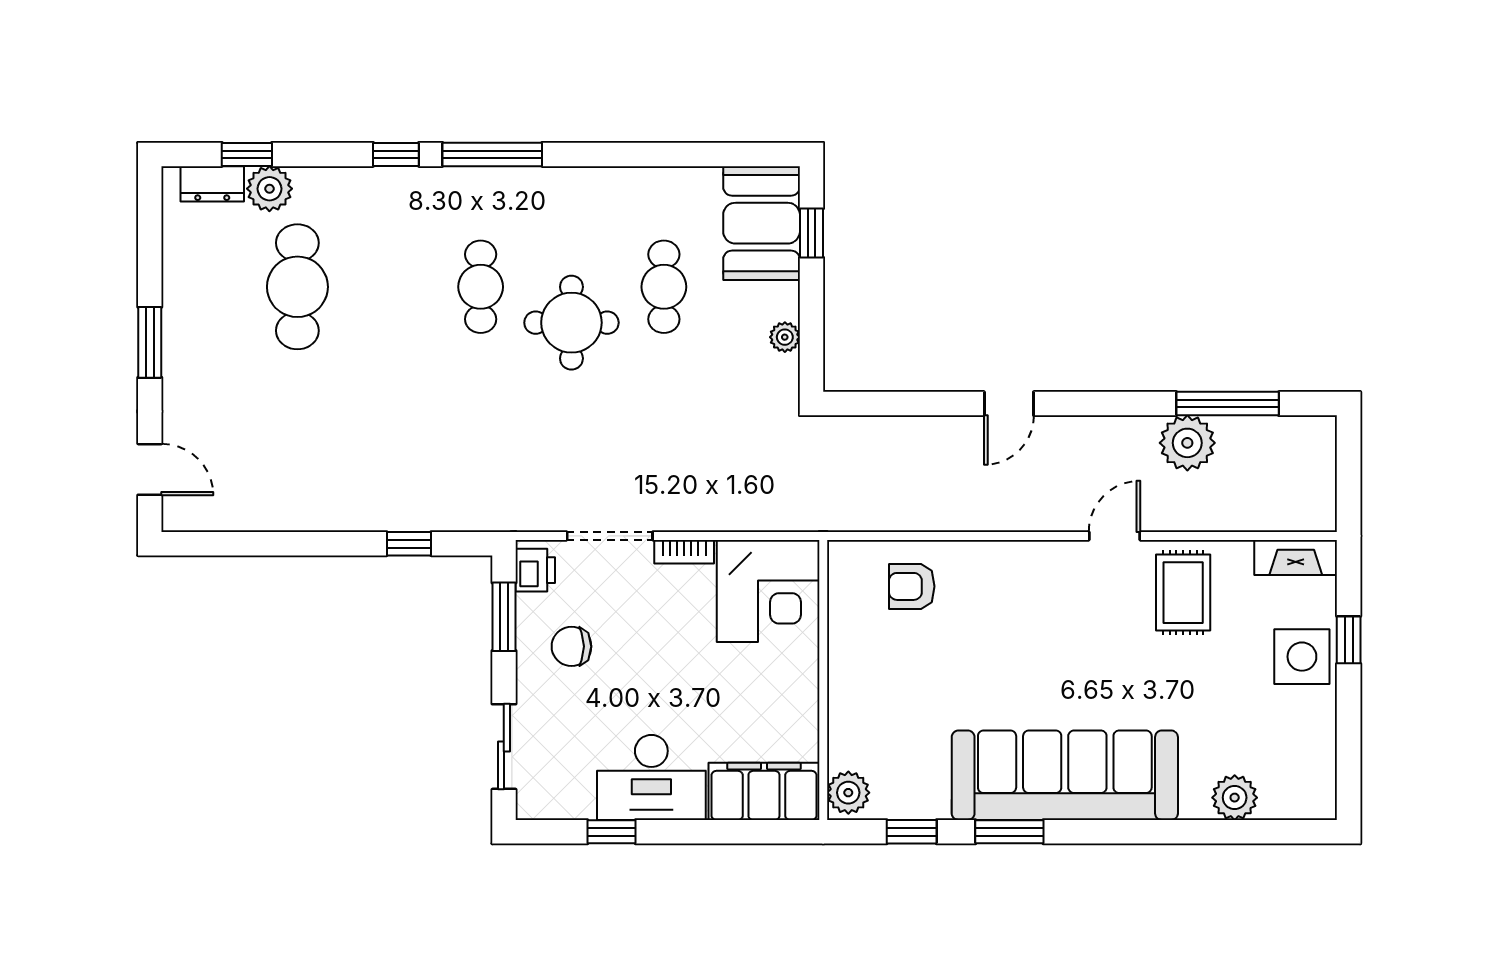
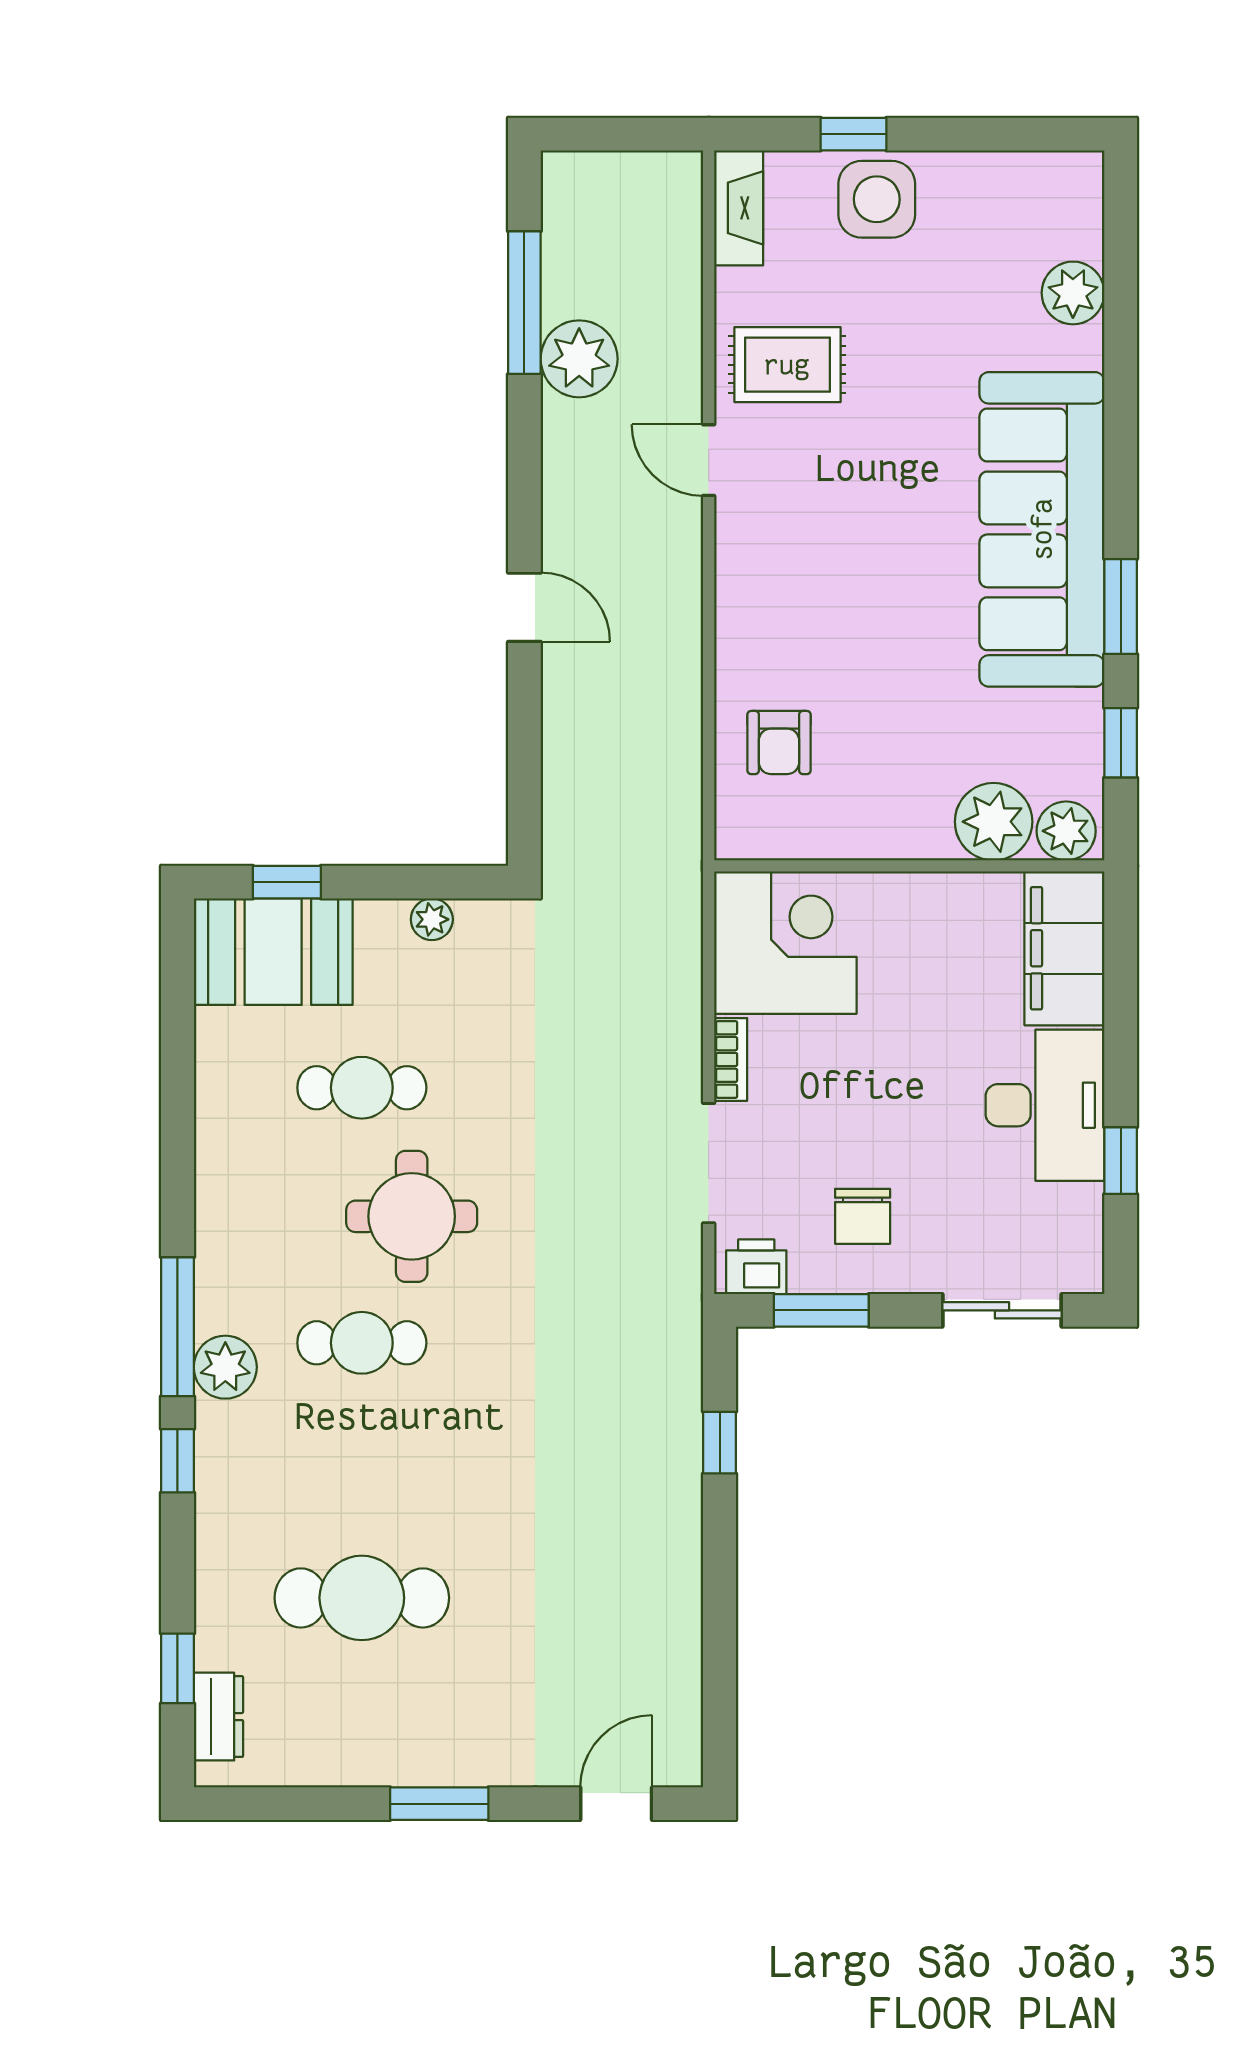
plant: (269, 189) -> (225, 1367), moved
plant: (855, 740) -> (994, 822), added

